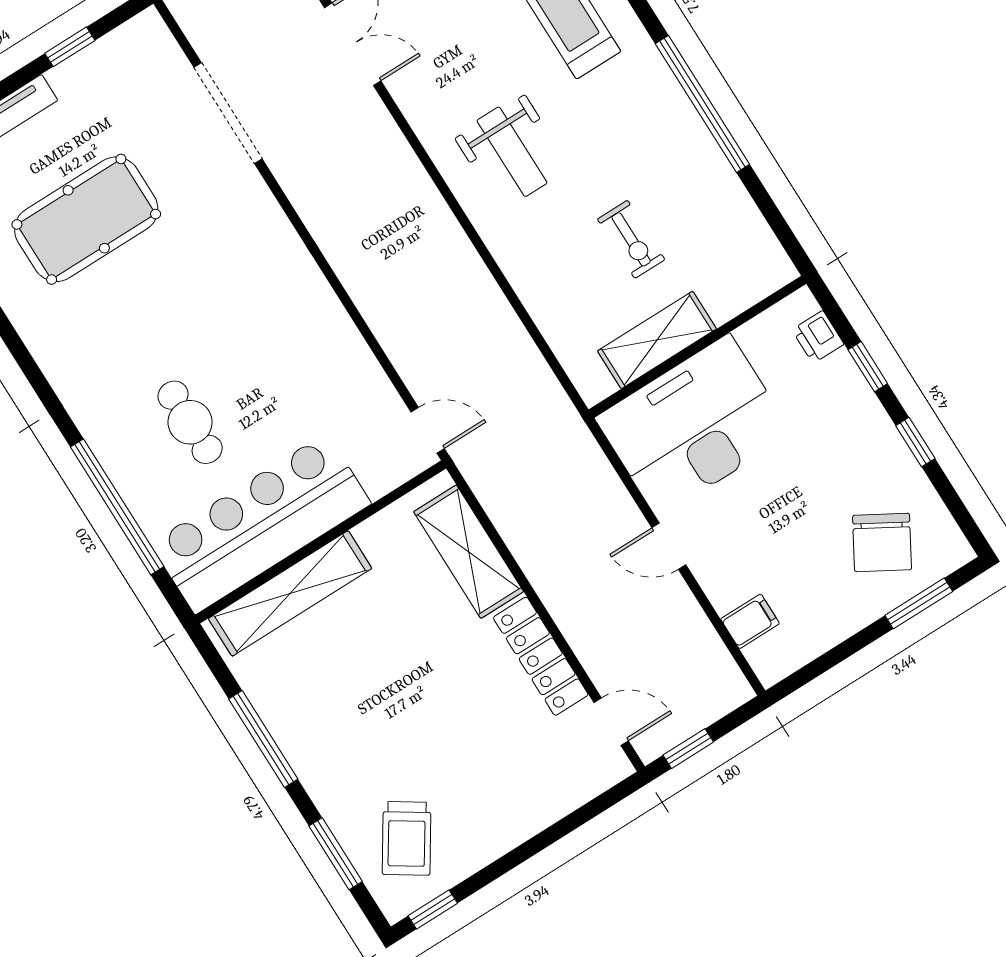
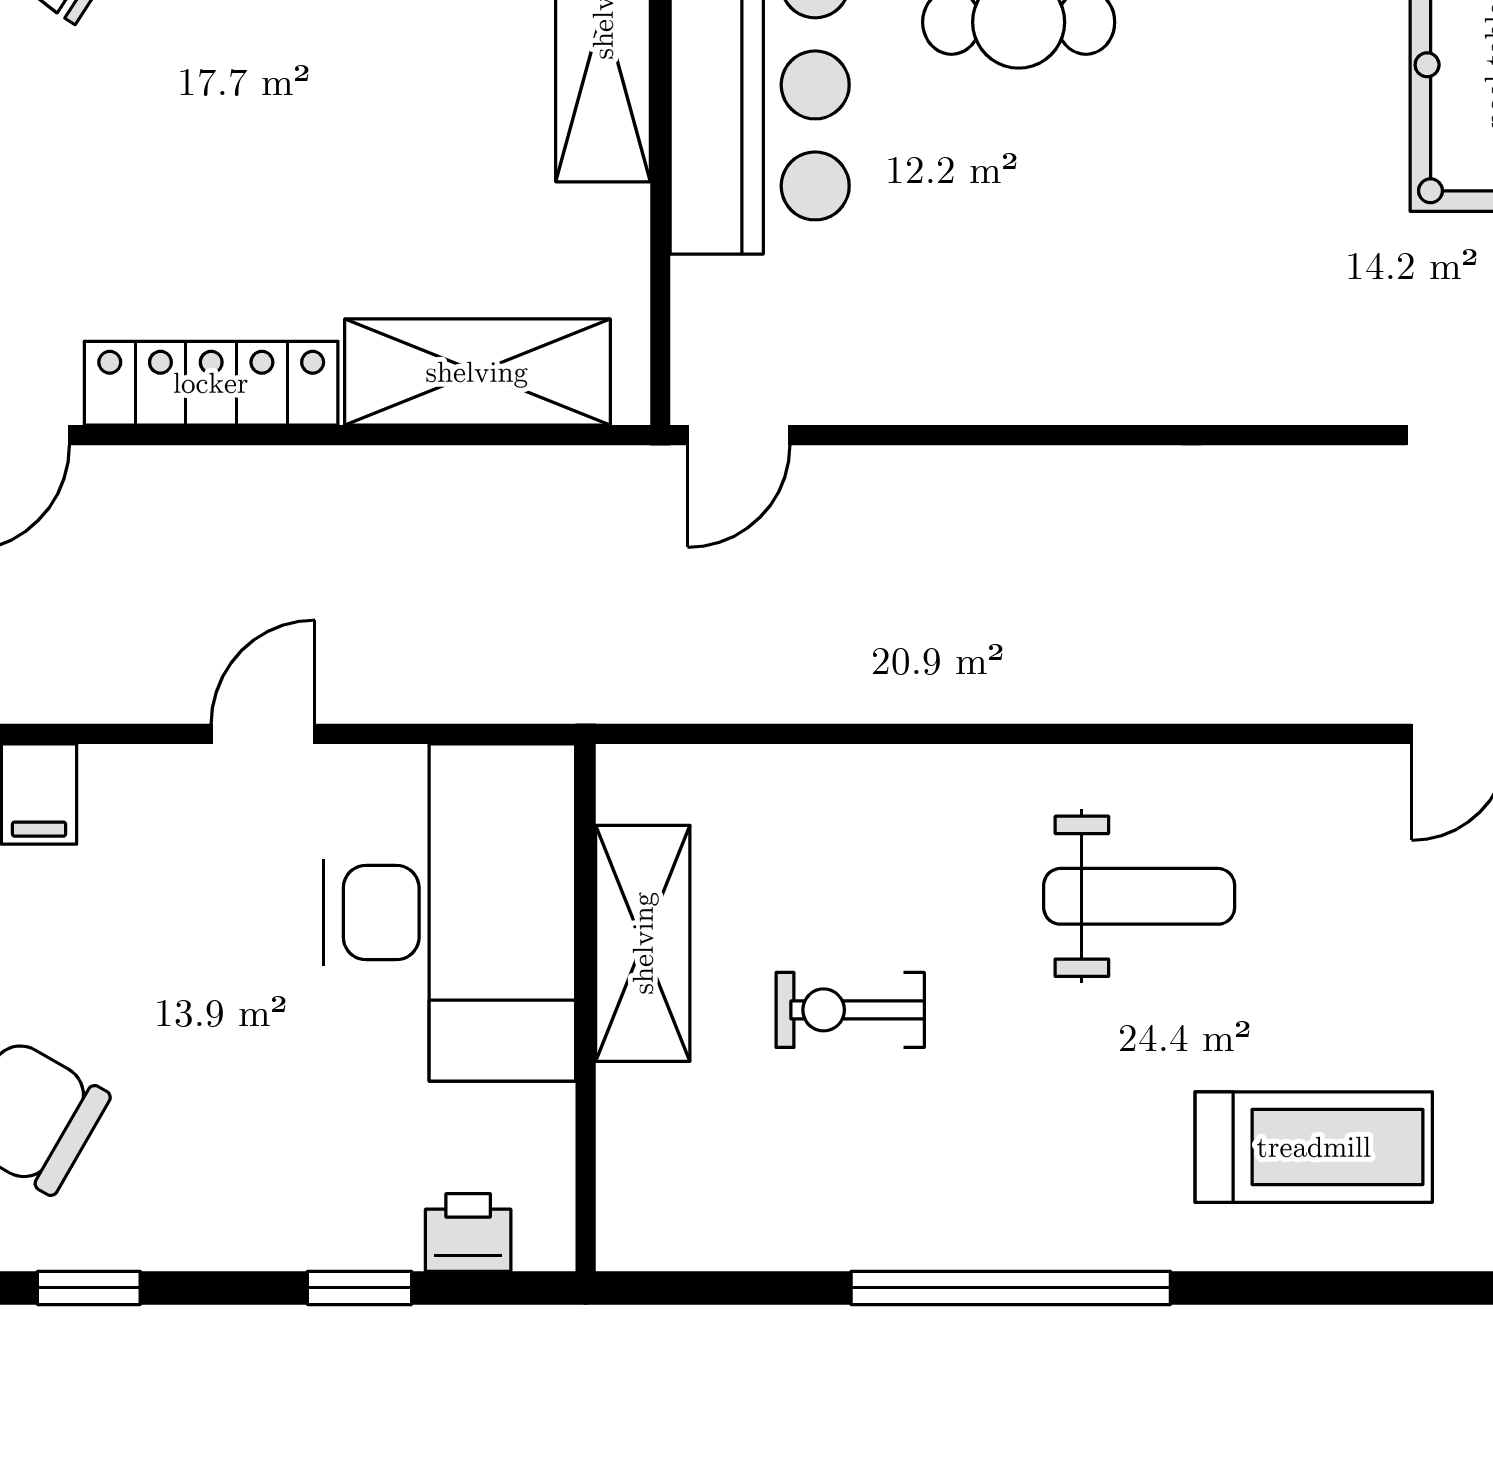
weight bench: (512, 152) -> (1139, 896), turned 180
window: (915, 442) -> (89, 1288), moved

